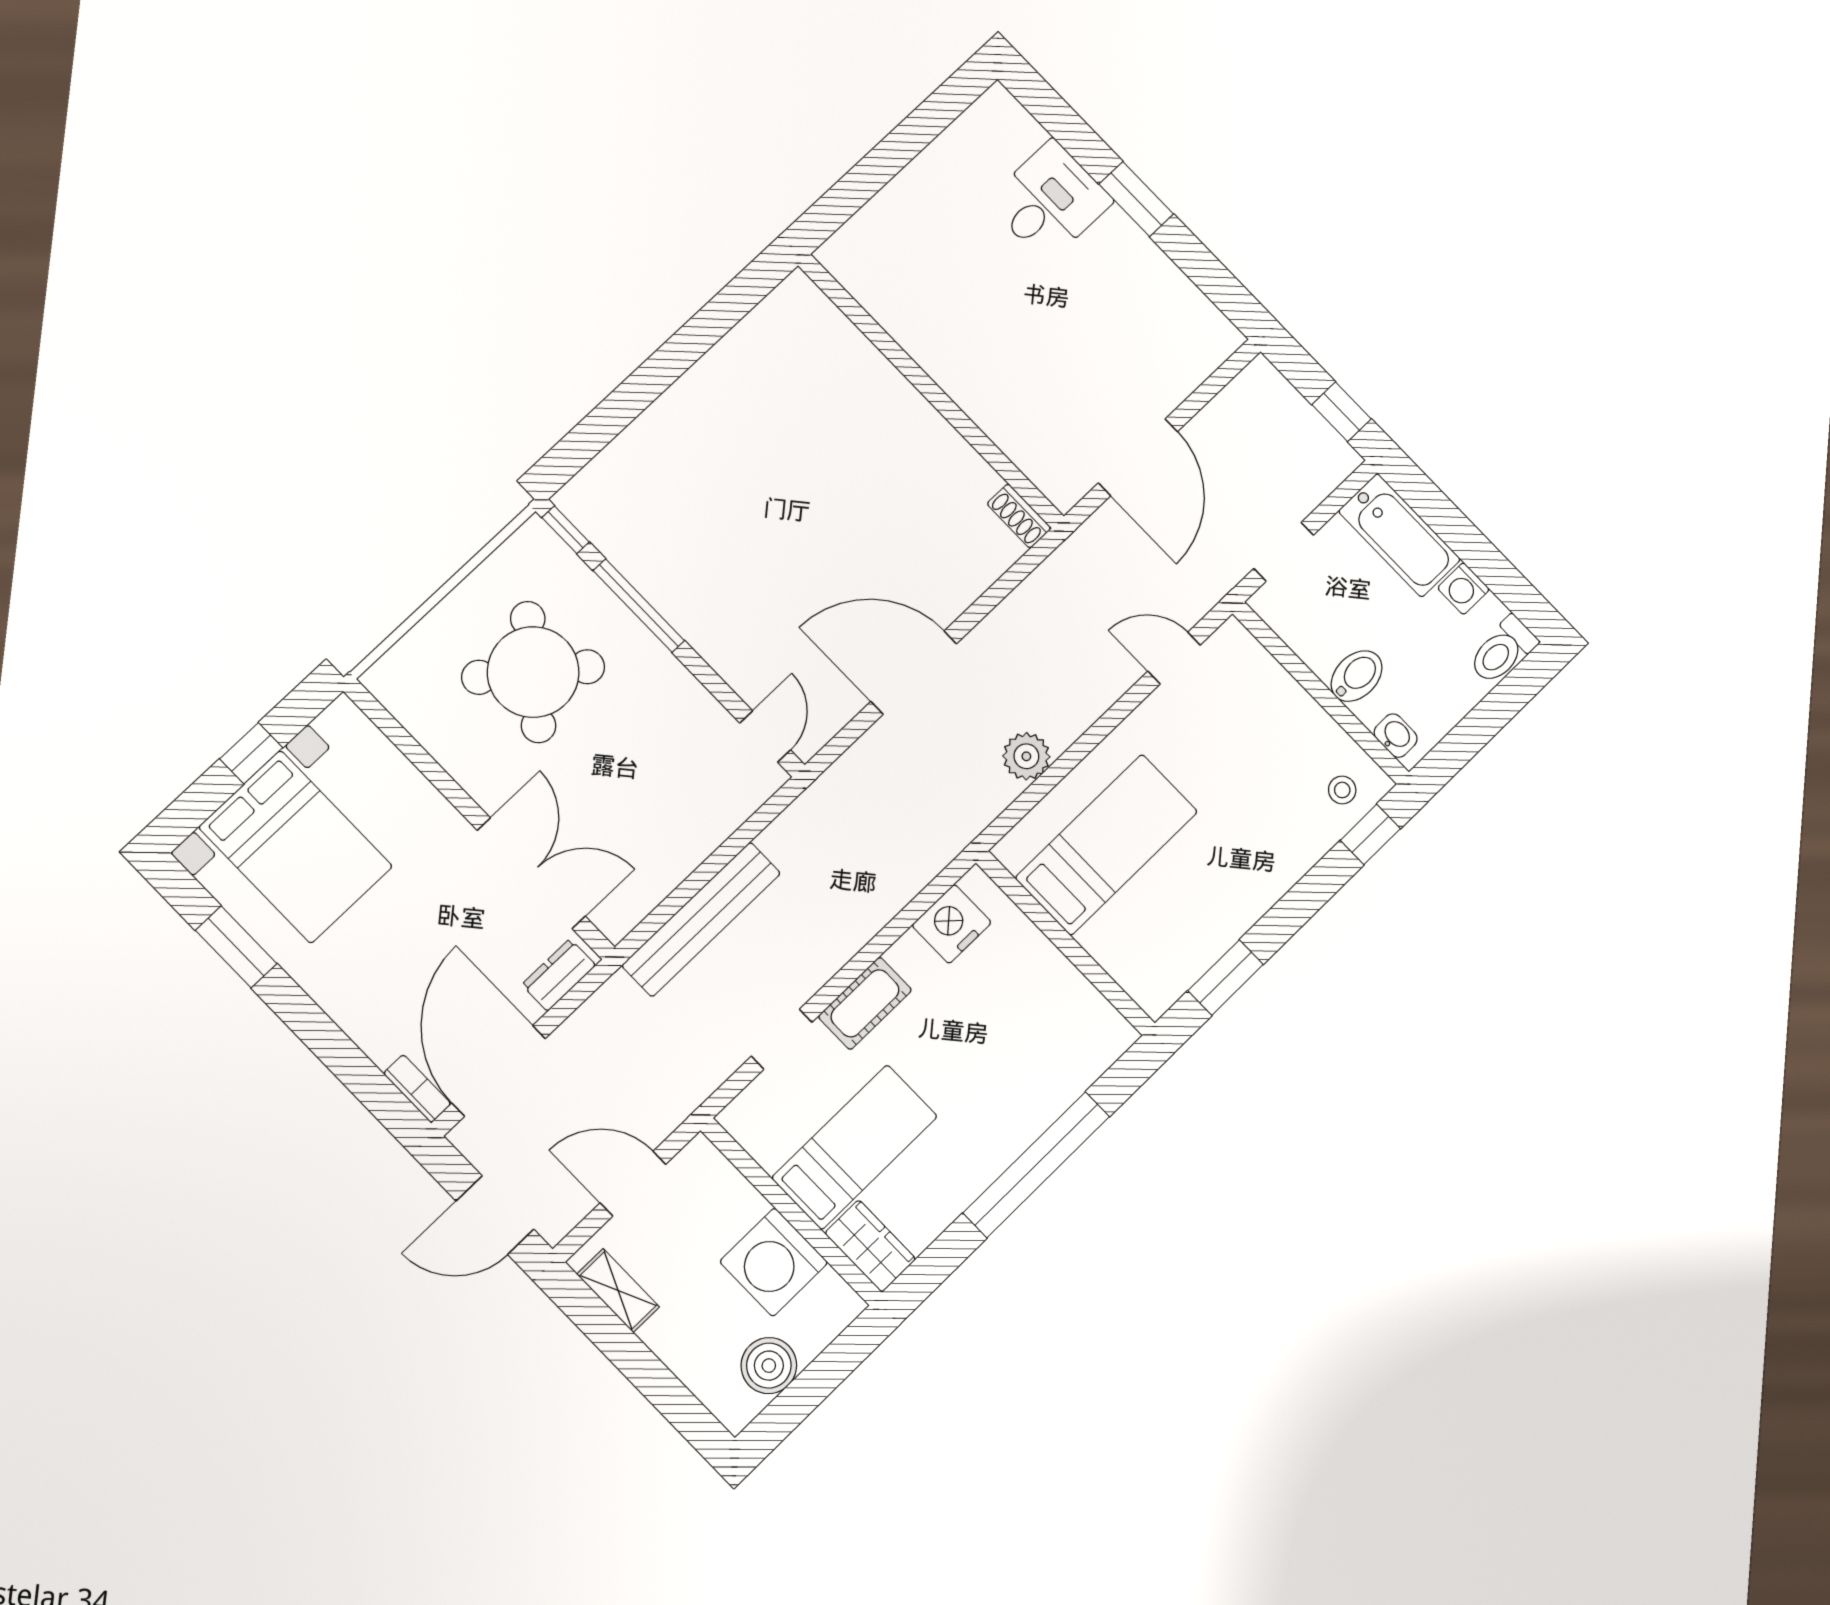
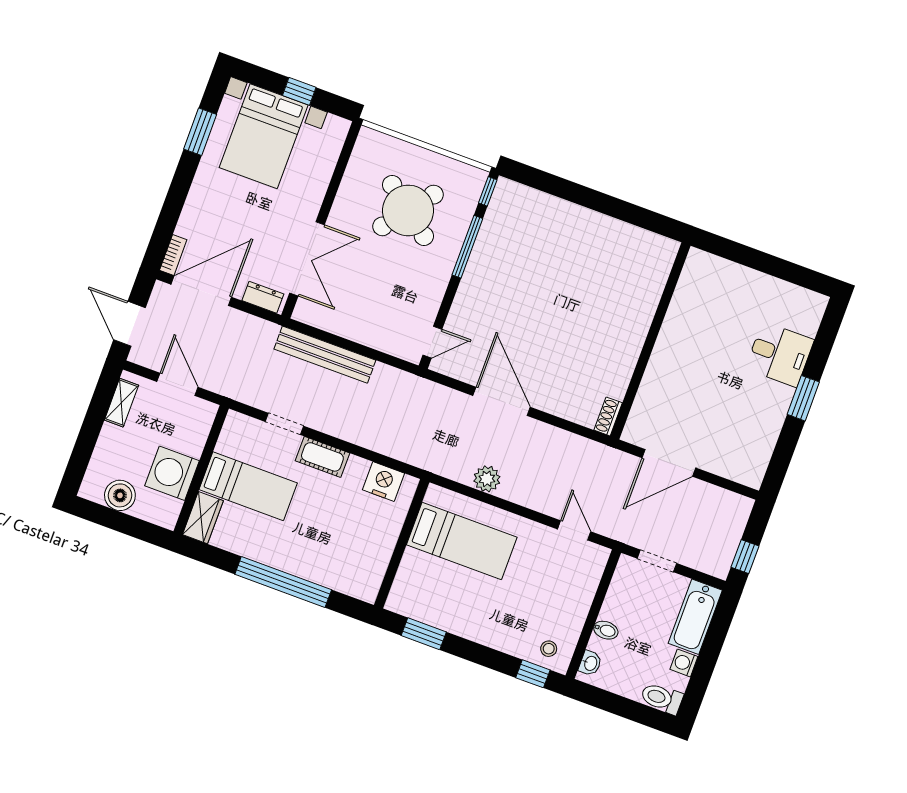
bidet: (1357, 676) -> (606, 630), width x0.72, depth x0.74

